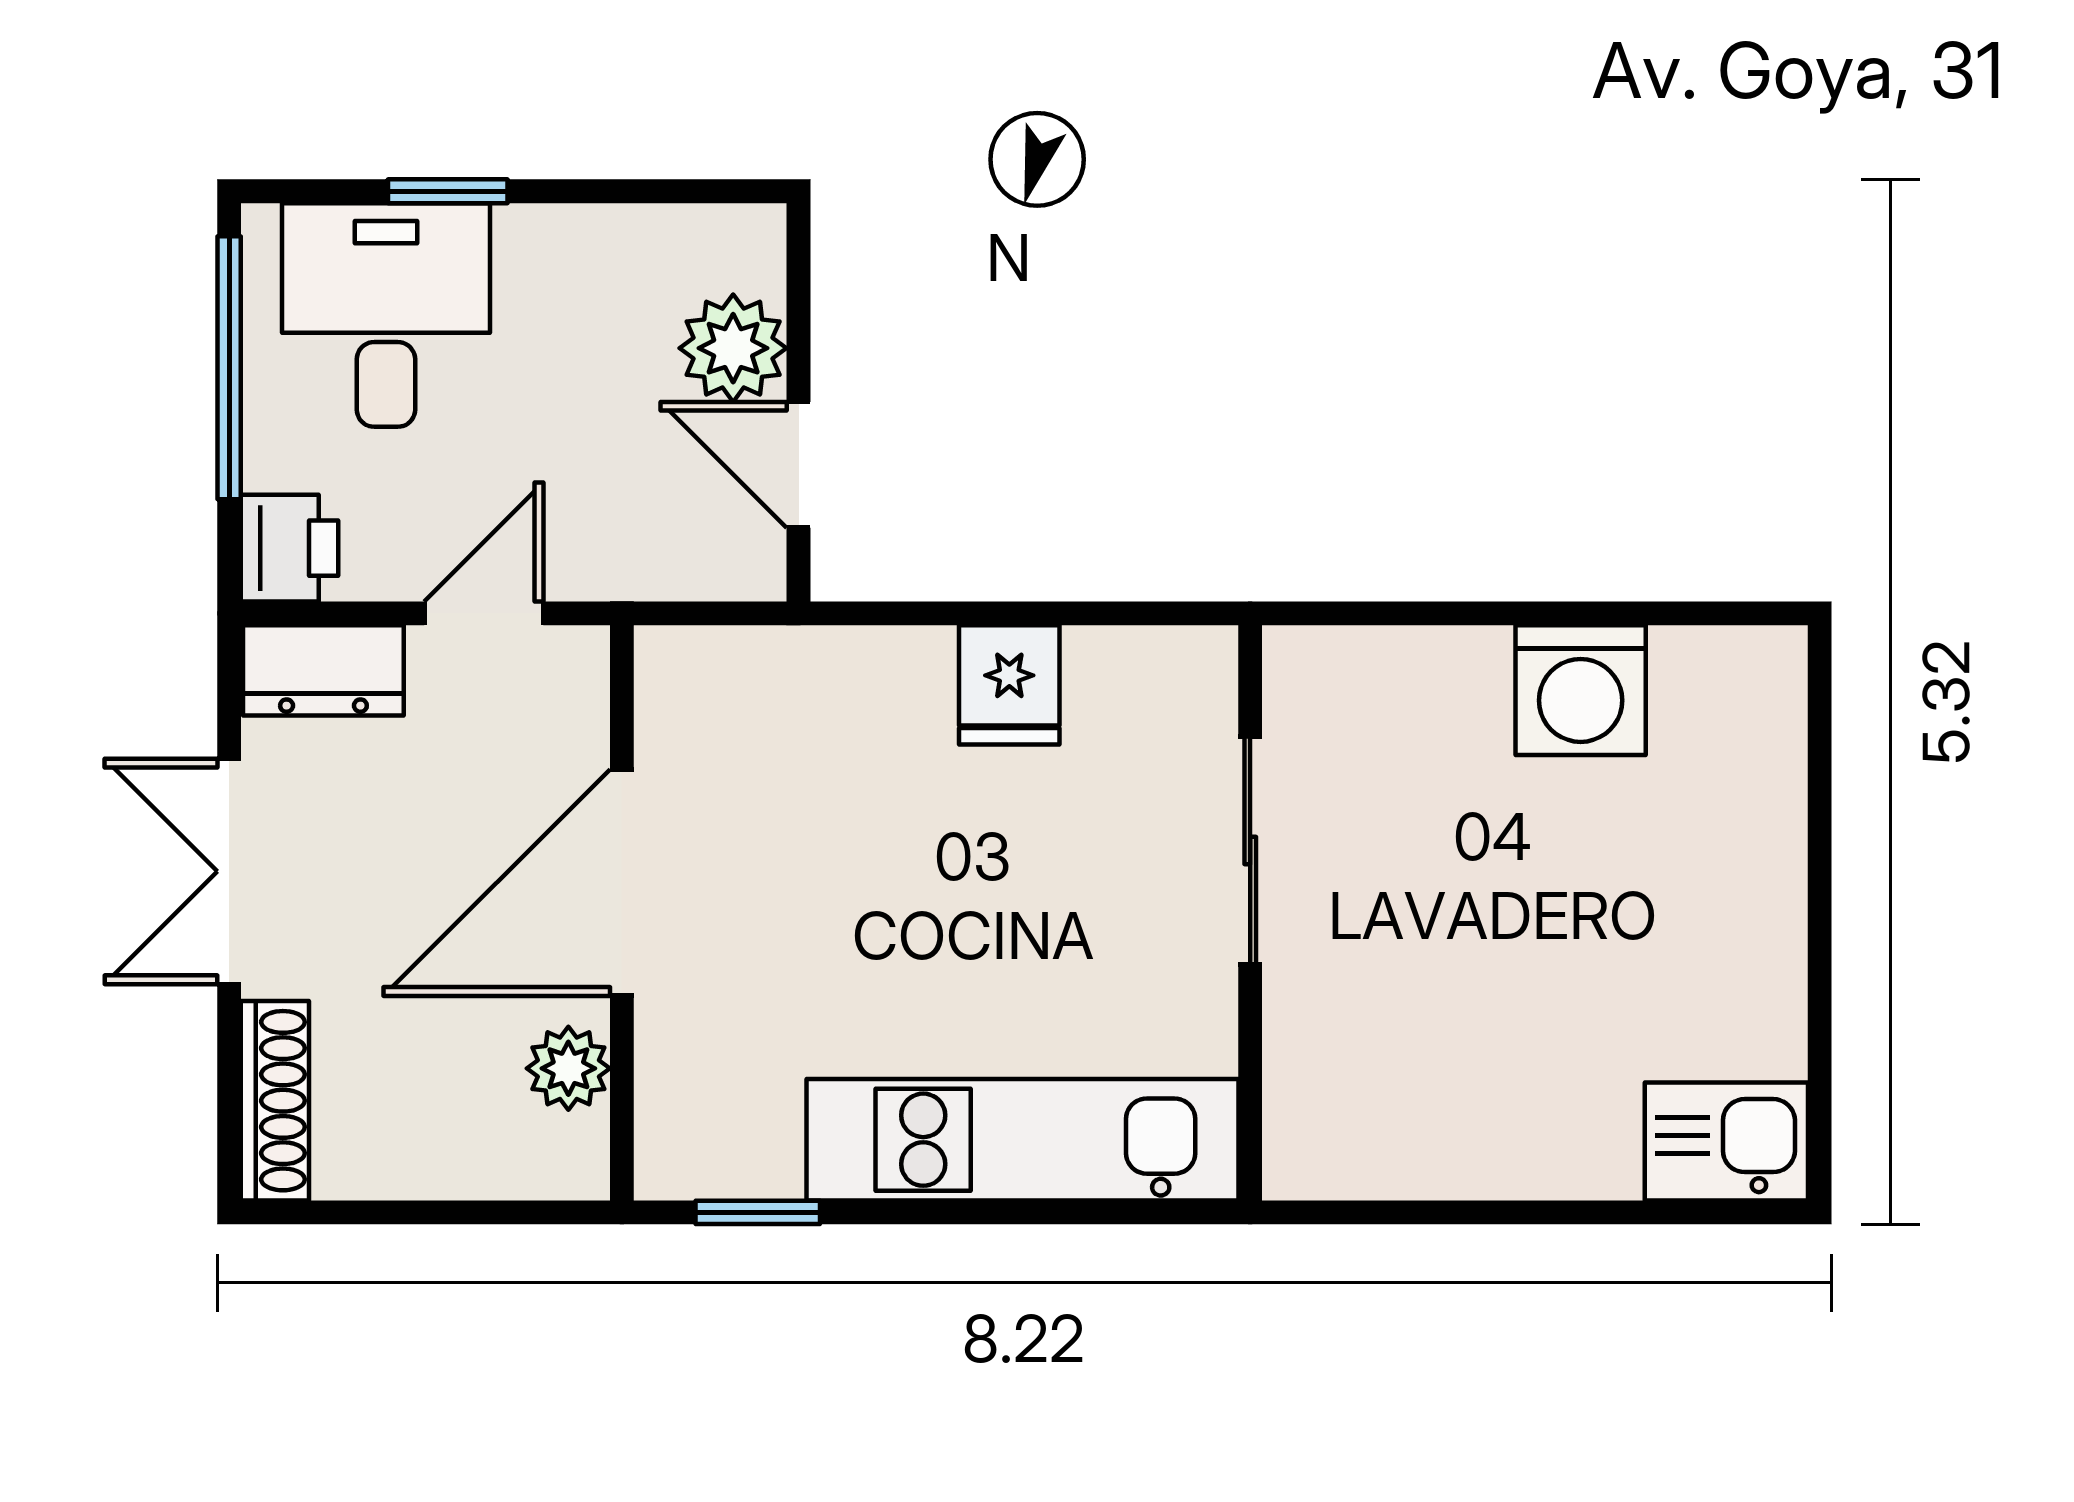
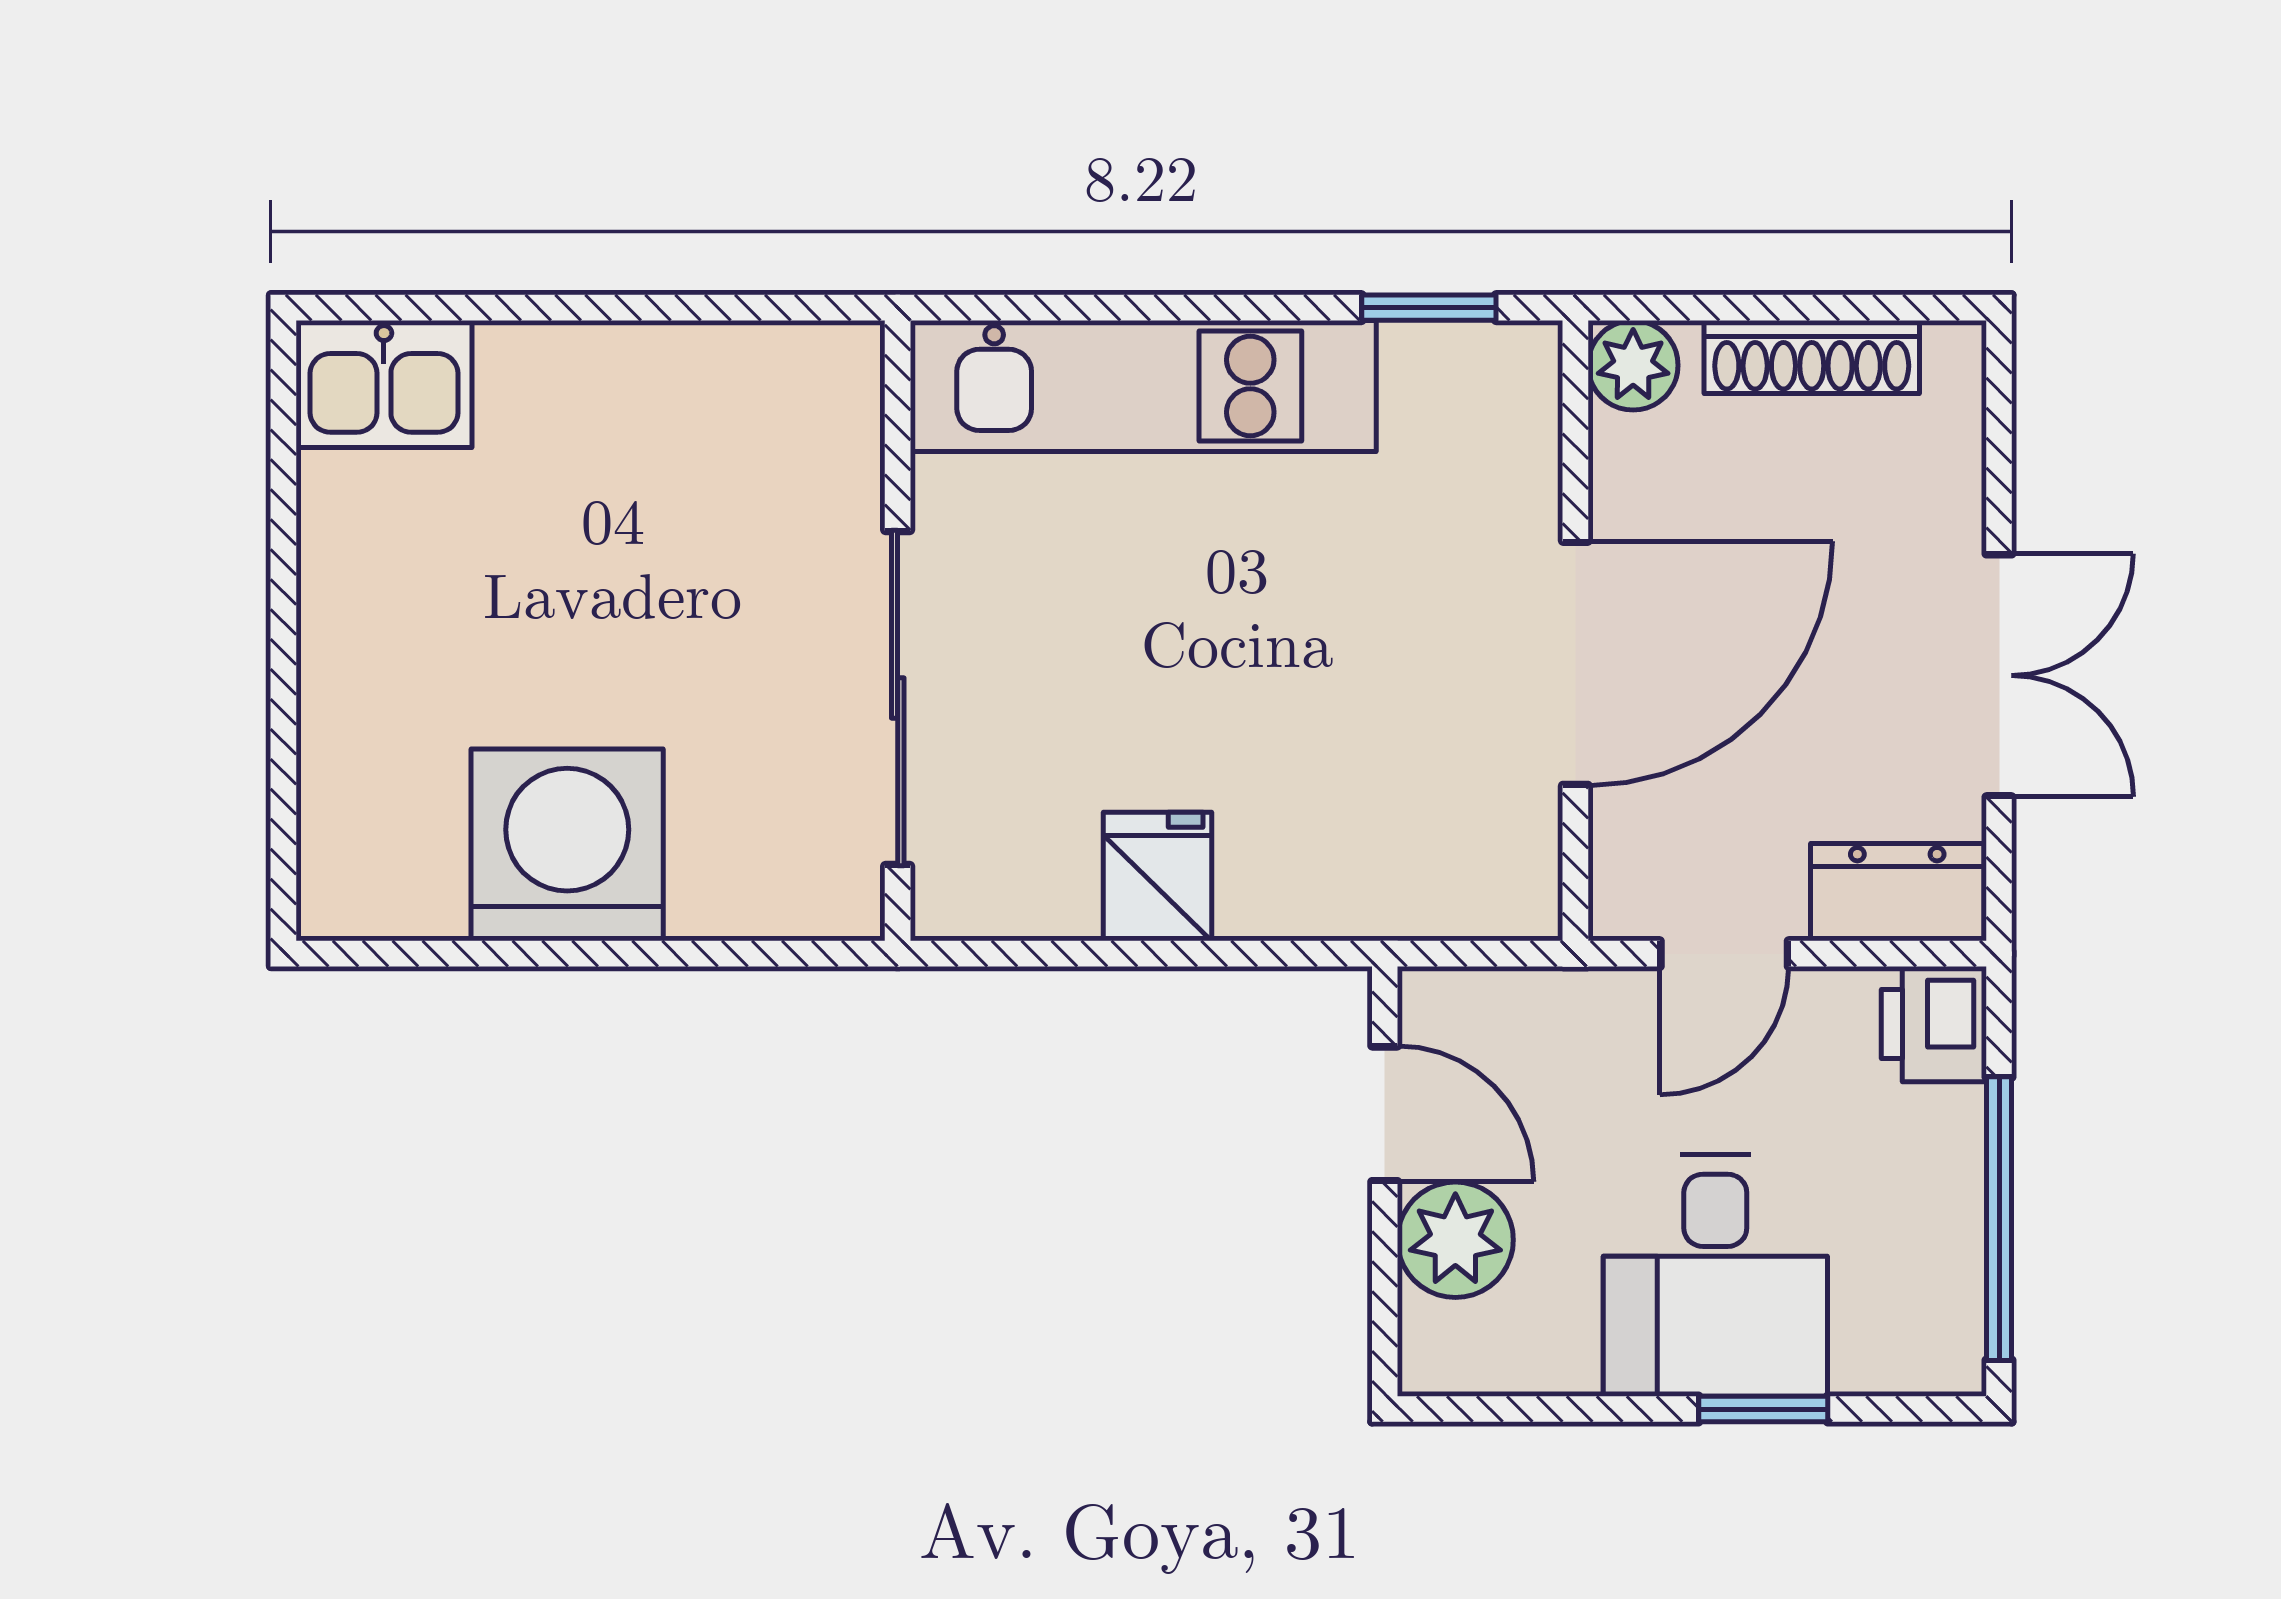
desk: (386, 315) -> (1715, 1276), moved
washing machine: (1581, 690) -> (567, 845), width x1.37, depth x1.37
sliding door: (1250, 850) -> (898, 698), width x1.37
plant: (568, 1068) -> (1633, 365), moved
shoe rack: (275, 1101) -> (1812, 357), moved, turned -90

